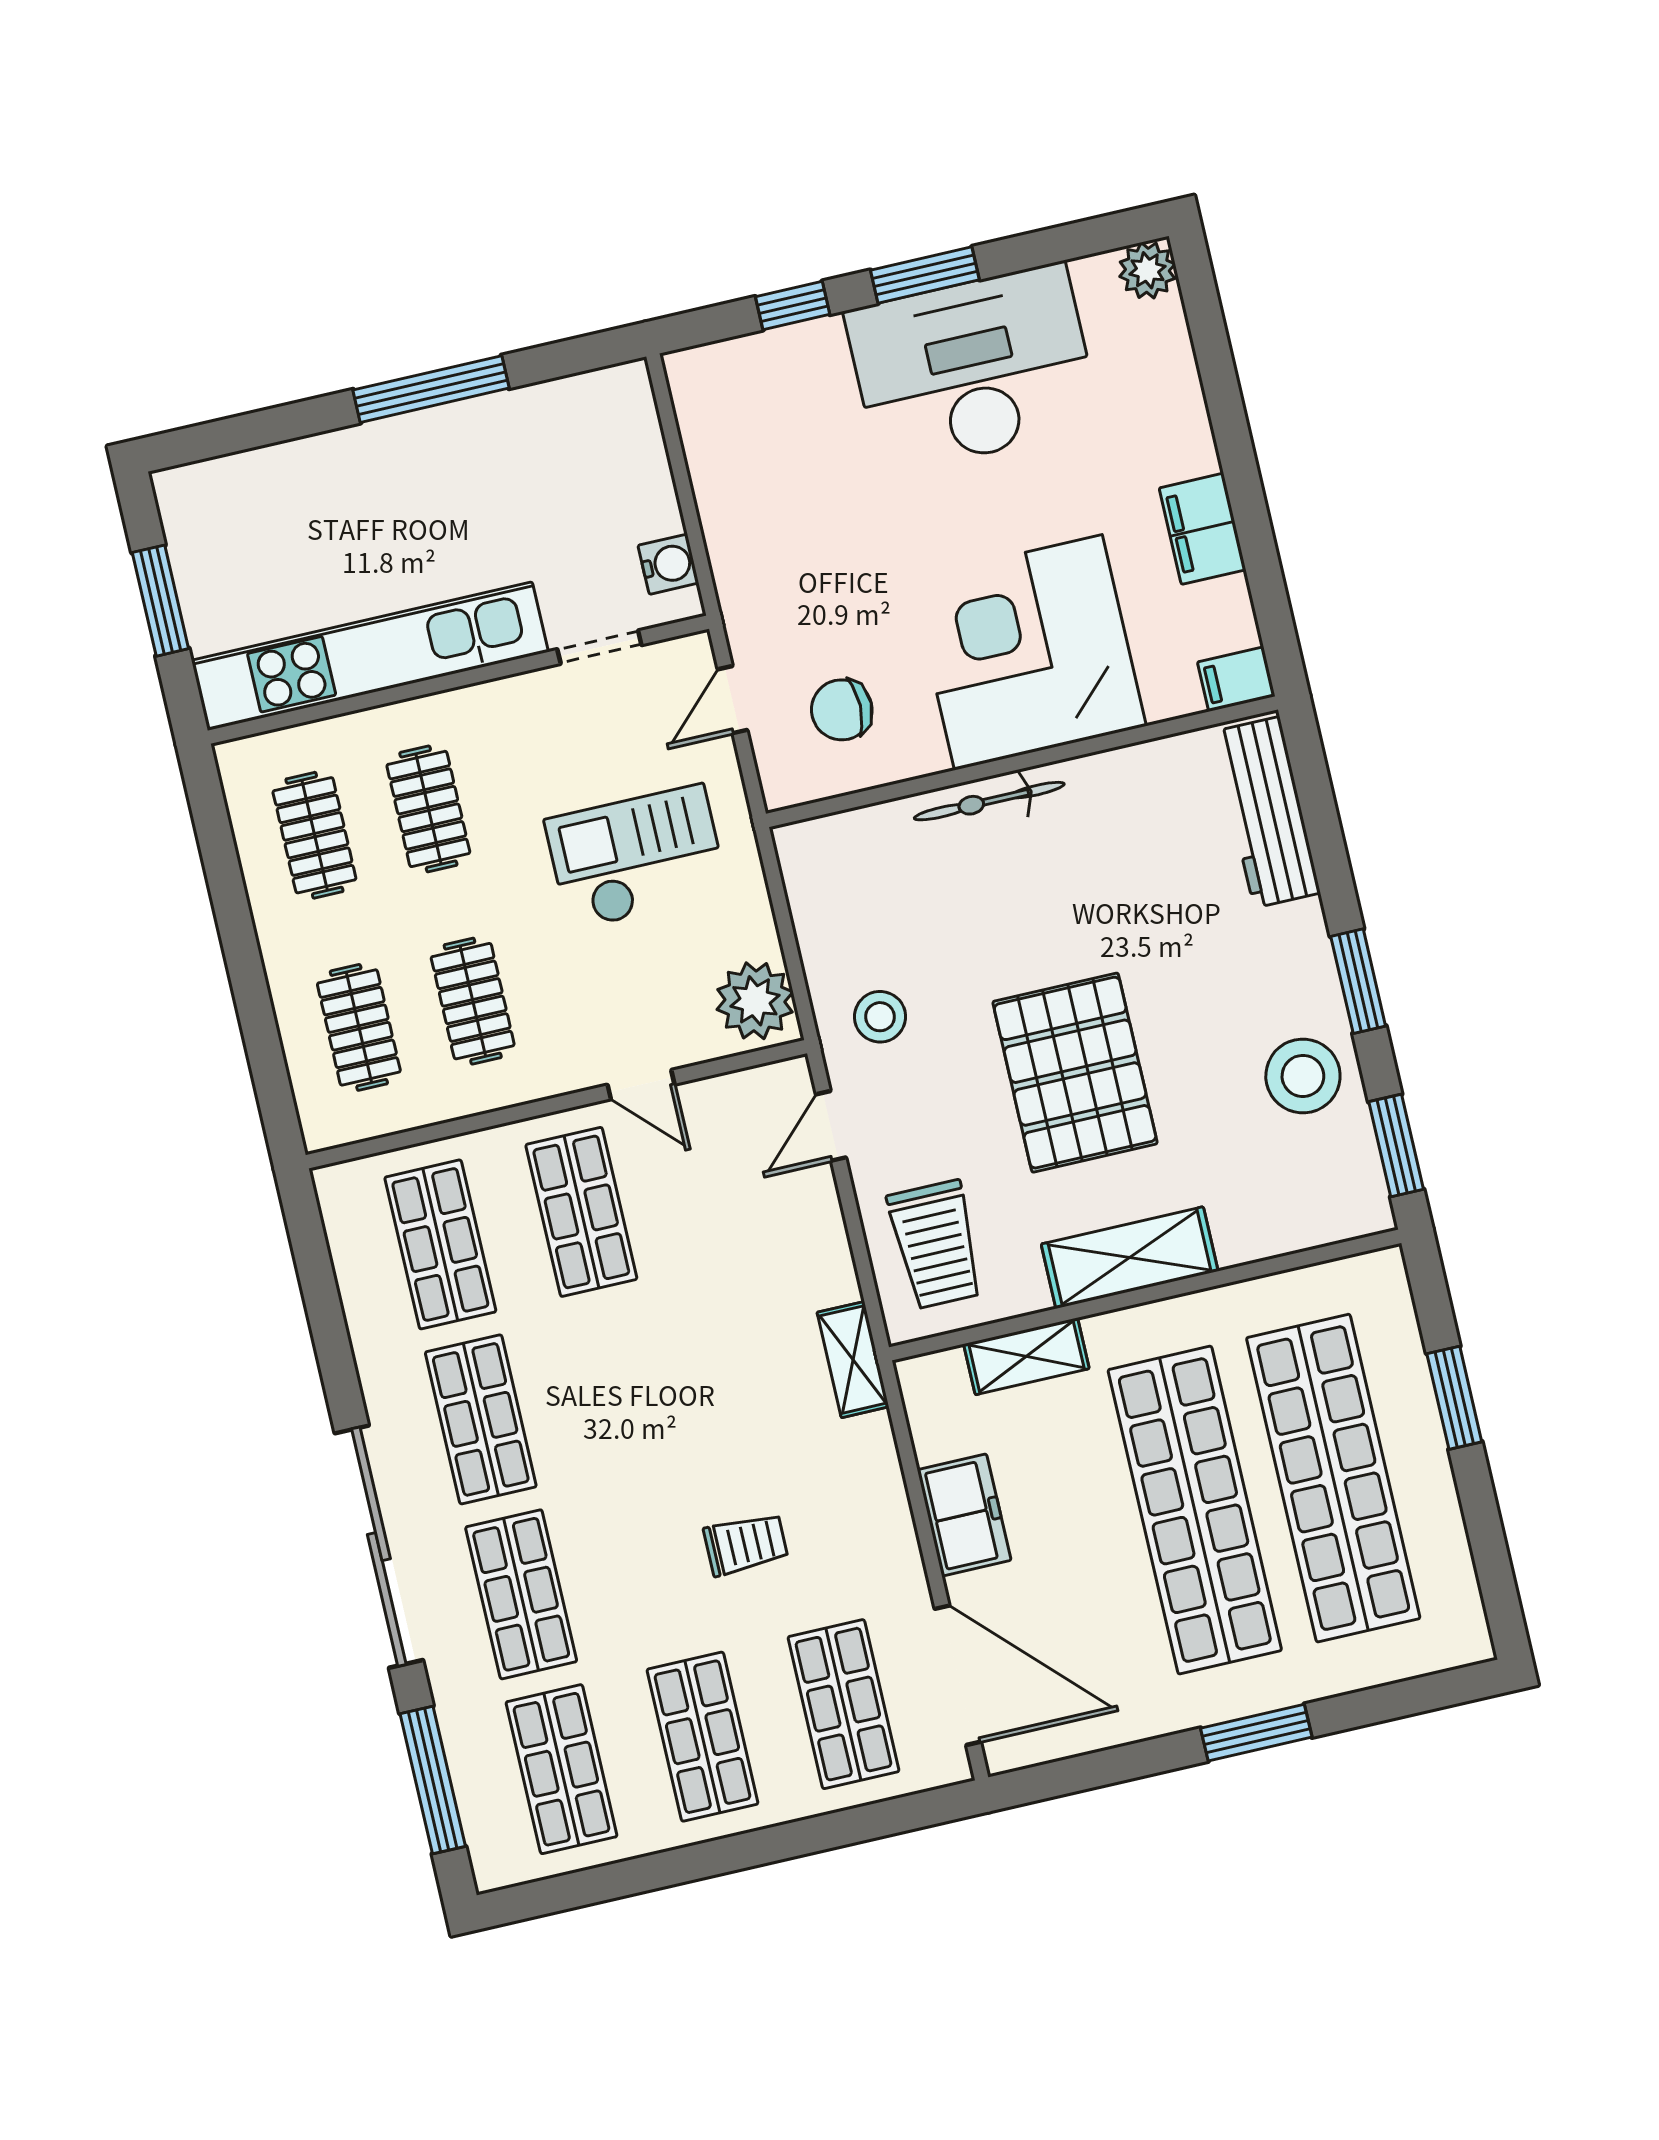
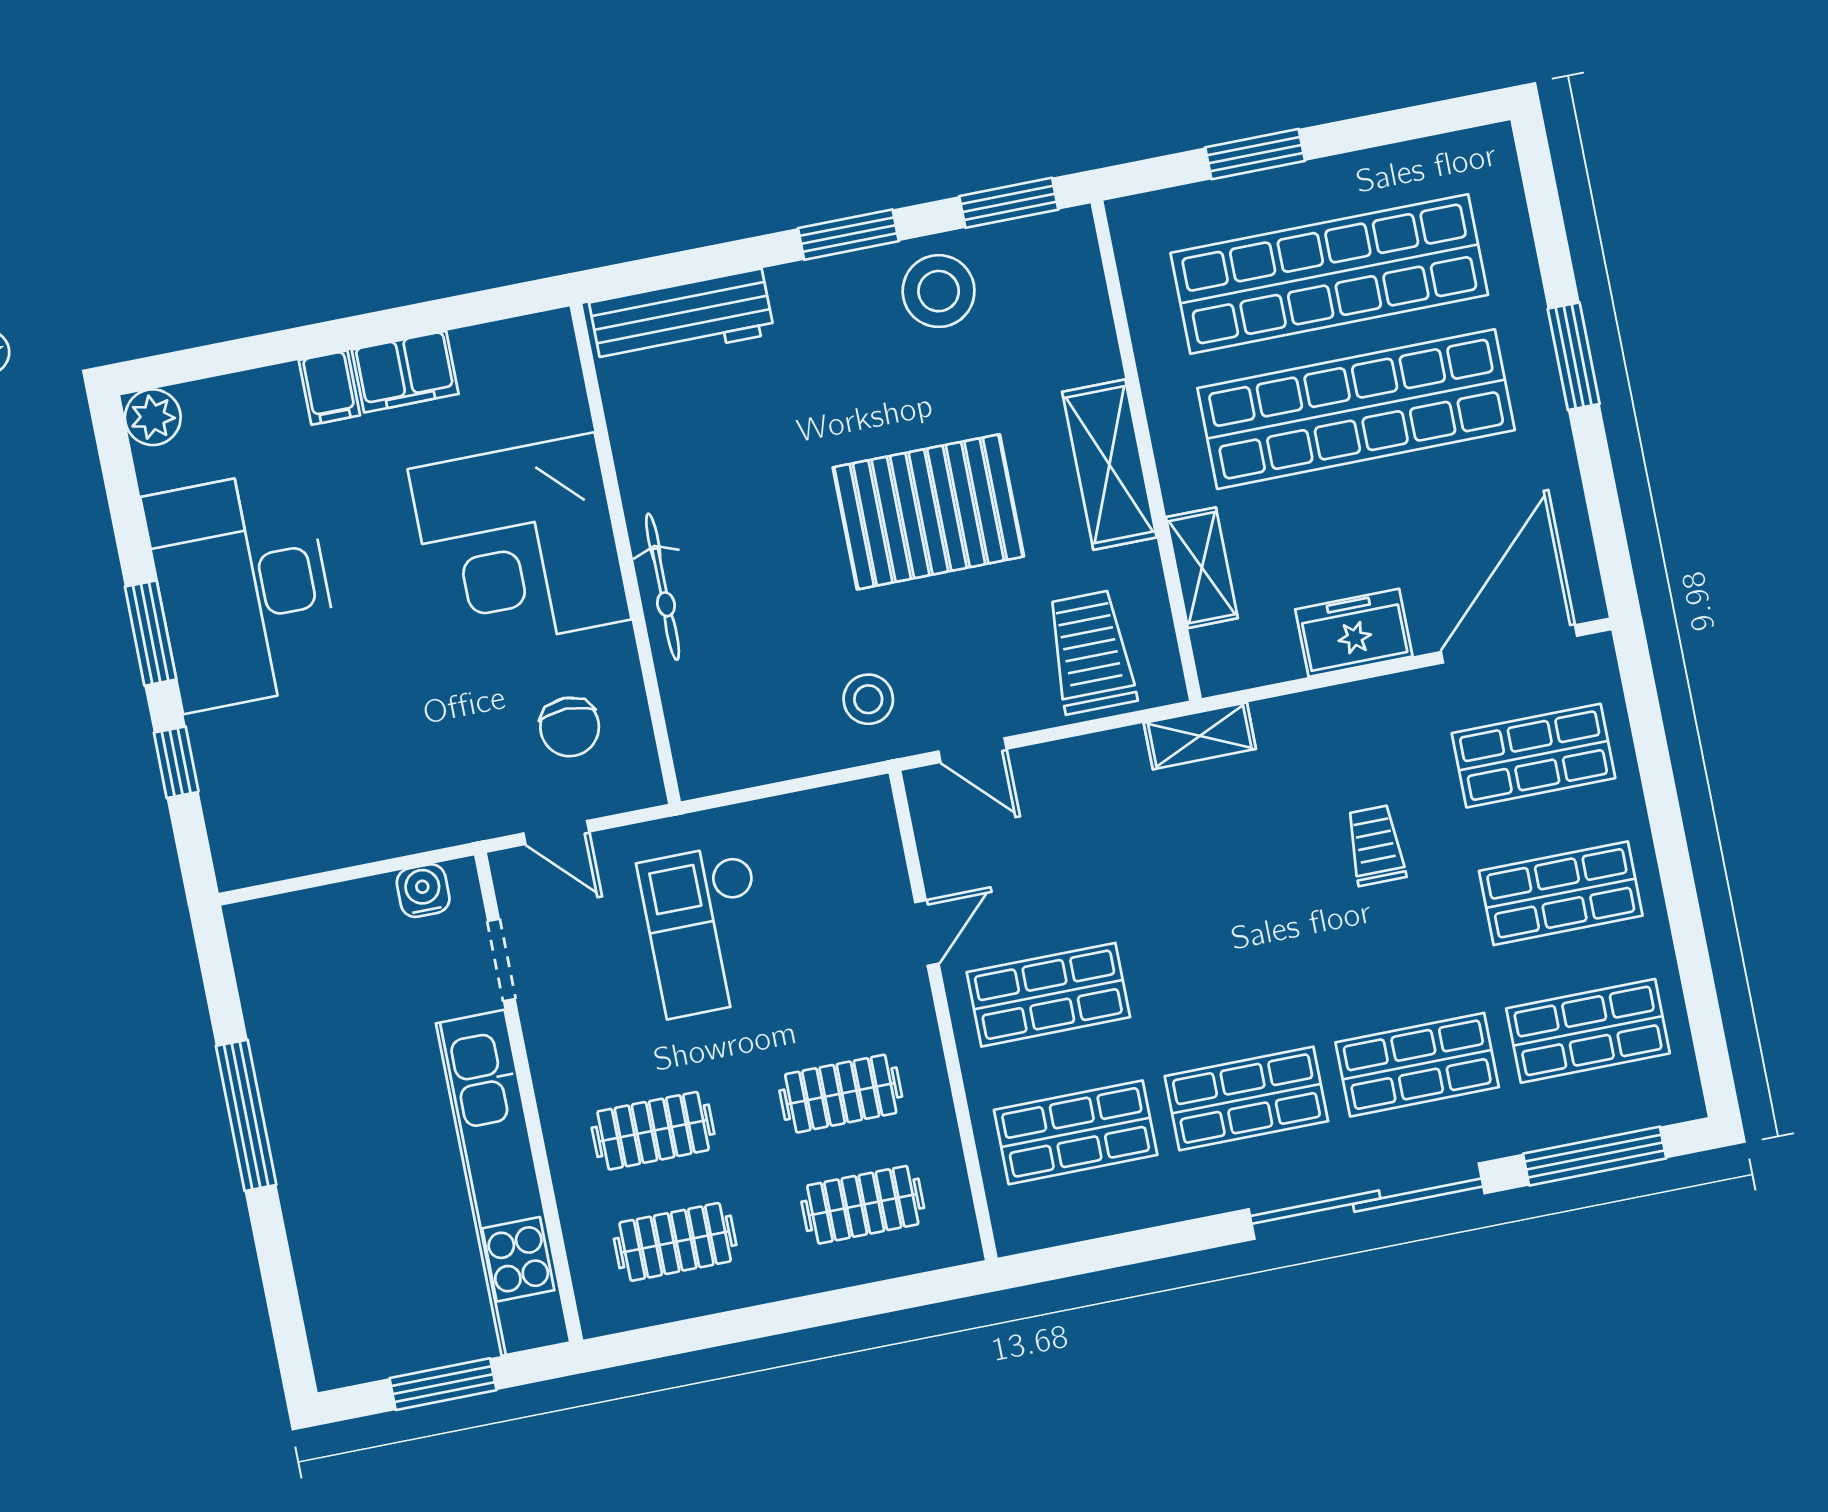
filing cabinet: (1236, 679) -> (329, 388), moved
plant: (755, 1001) -> (849, 820), removed
trolley: (936, 1245) -> (1091, 652), turned -90

